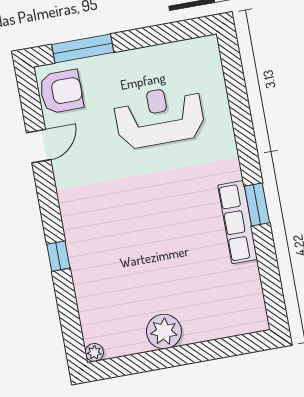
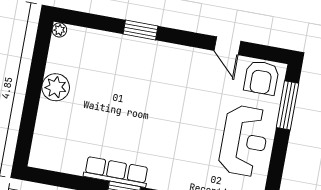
reception desk: (159, 117) -> (244, 141), moved
window: (58, 256) -> (140, 30), width x1.50

